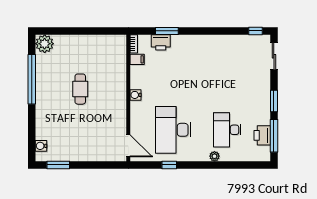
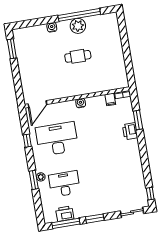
printer: (161, 42) -> (130, 131), moved
plant: (45, 44) -> (78, 26), moved
water cooler: (41, 146) -> (52, 27), moved
window: (217, 165) -> (34, 180), added

